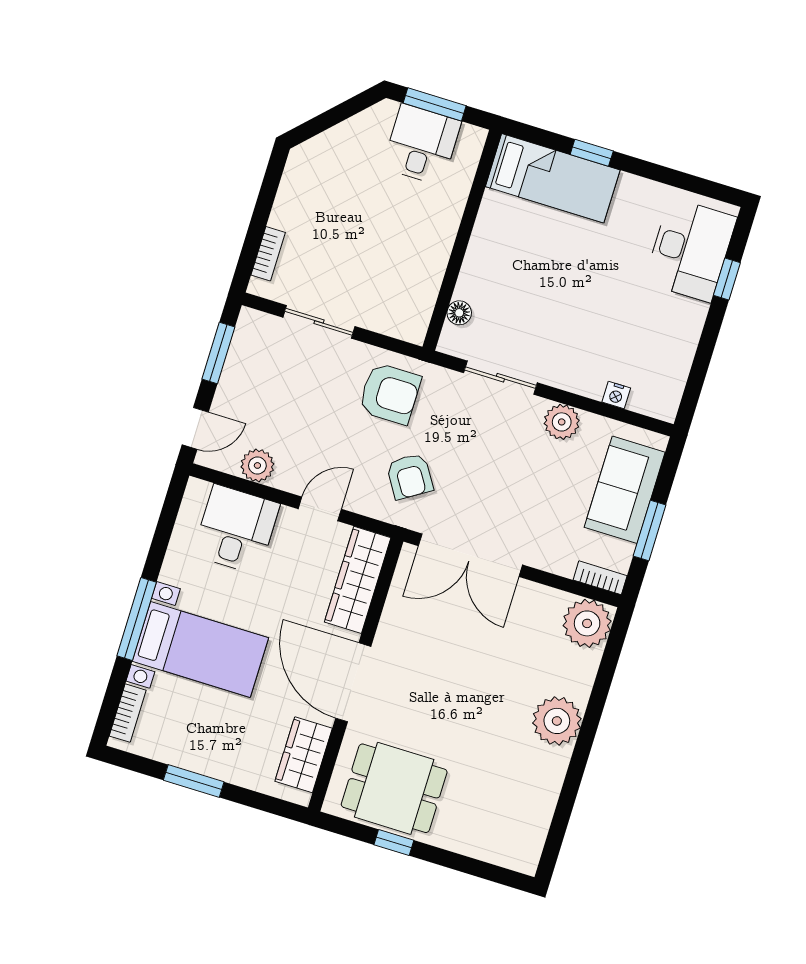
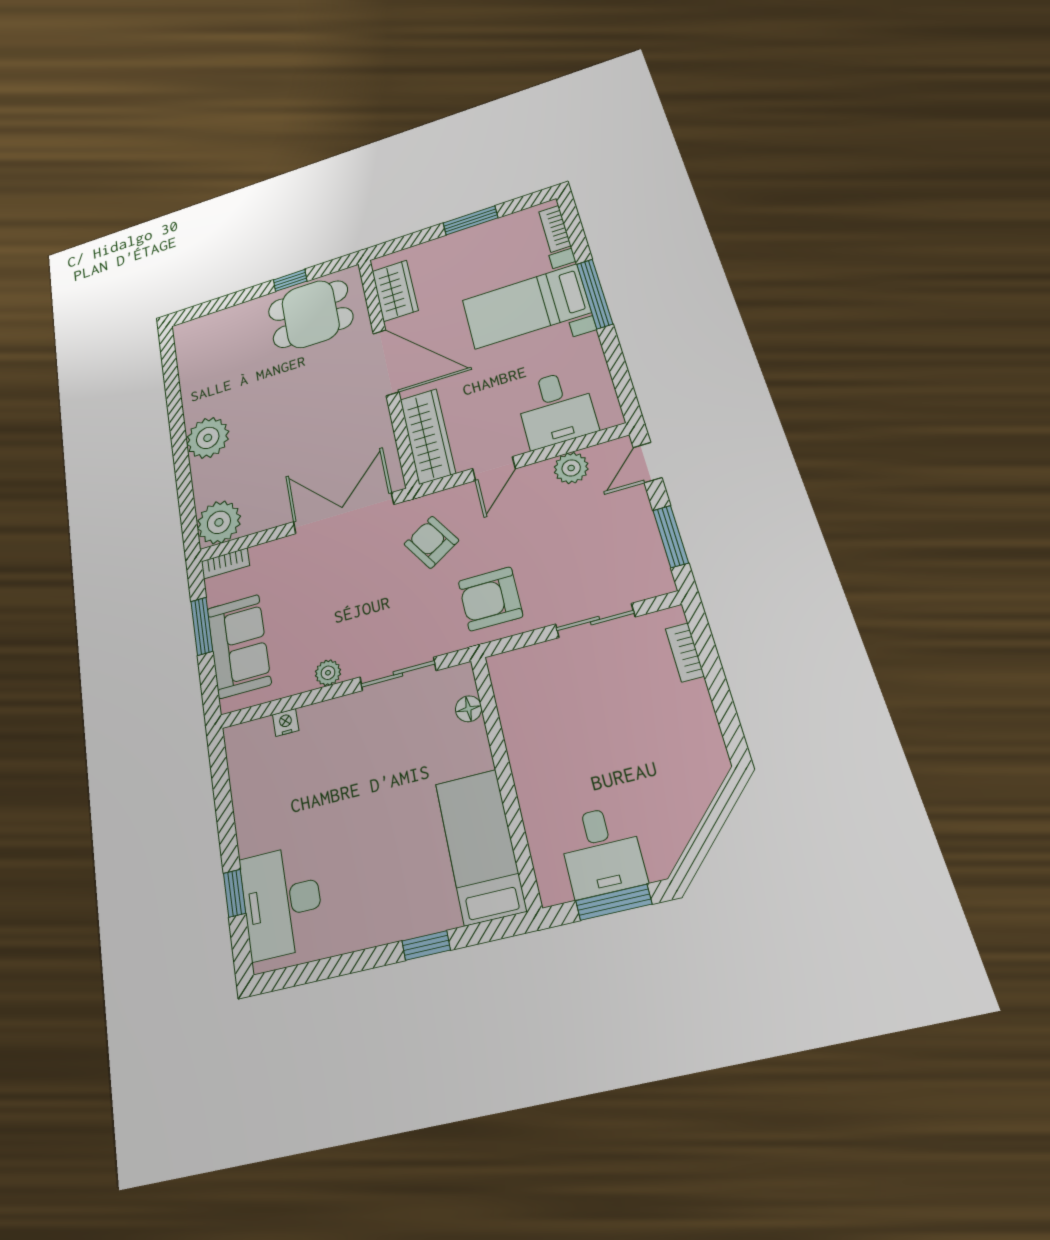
bed: (553, 178) -> (480, 846), moved, turned 90
plant: (562, 422) -> (328, 673), width x0.73, depth x0.73

